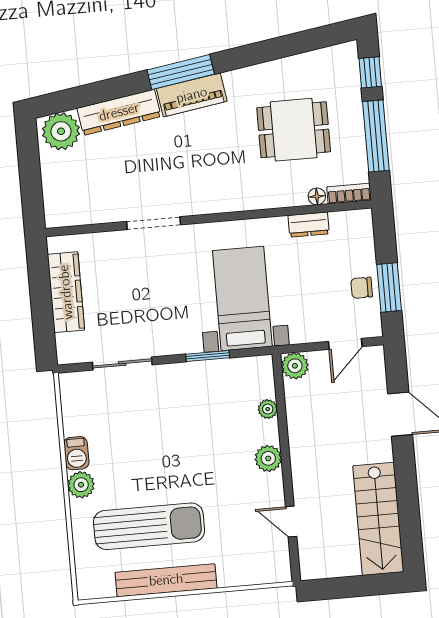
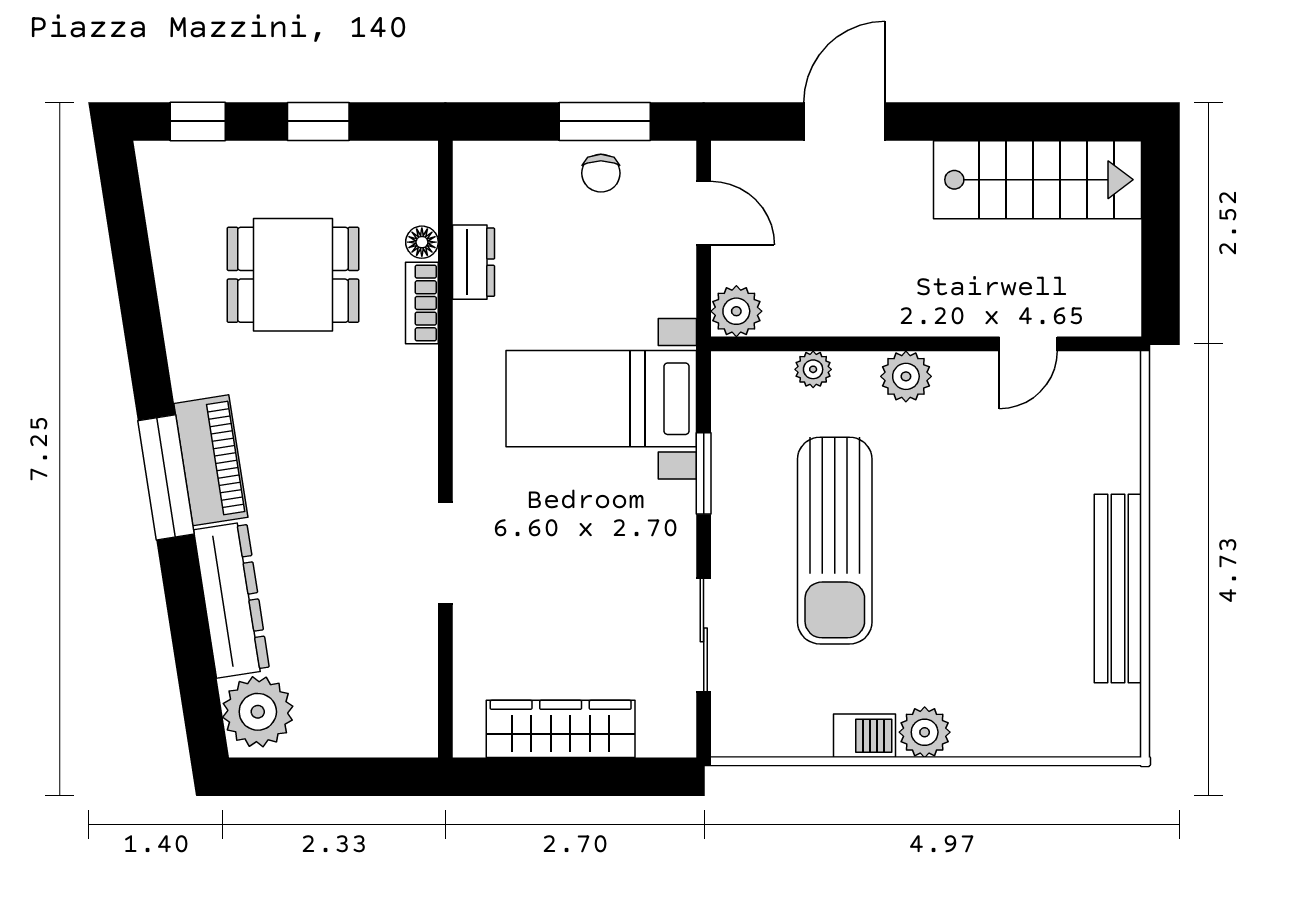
dining table: (294, 130) -> (293, 275), turned 90
window: (376, 136) -> (318, 121), width x0.46
bookcase: (349, 194) -> (422, 303), moved
sun lounger: (149, 526) -> (835, 541), moved, turned 180

